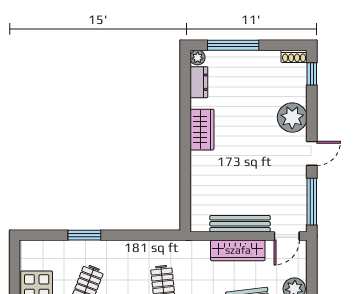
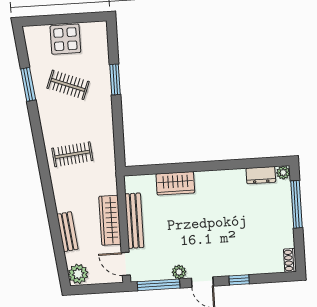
window: (312, 74) -> (239, 280), moved
plant: (292, 118) -> (179, 272), moved, width x0.53, depth x0.53
wardrobe: (202, 130) -> (175, 183), moved

